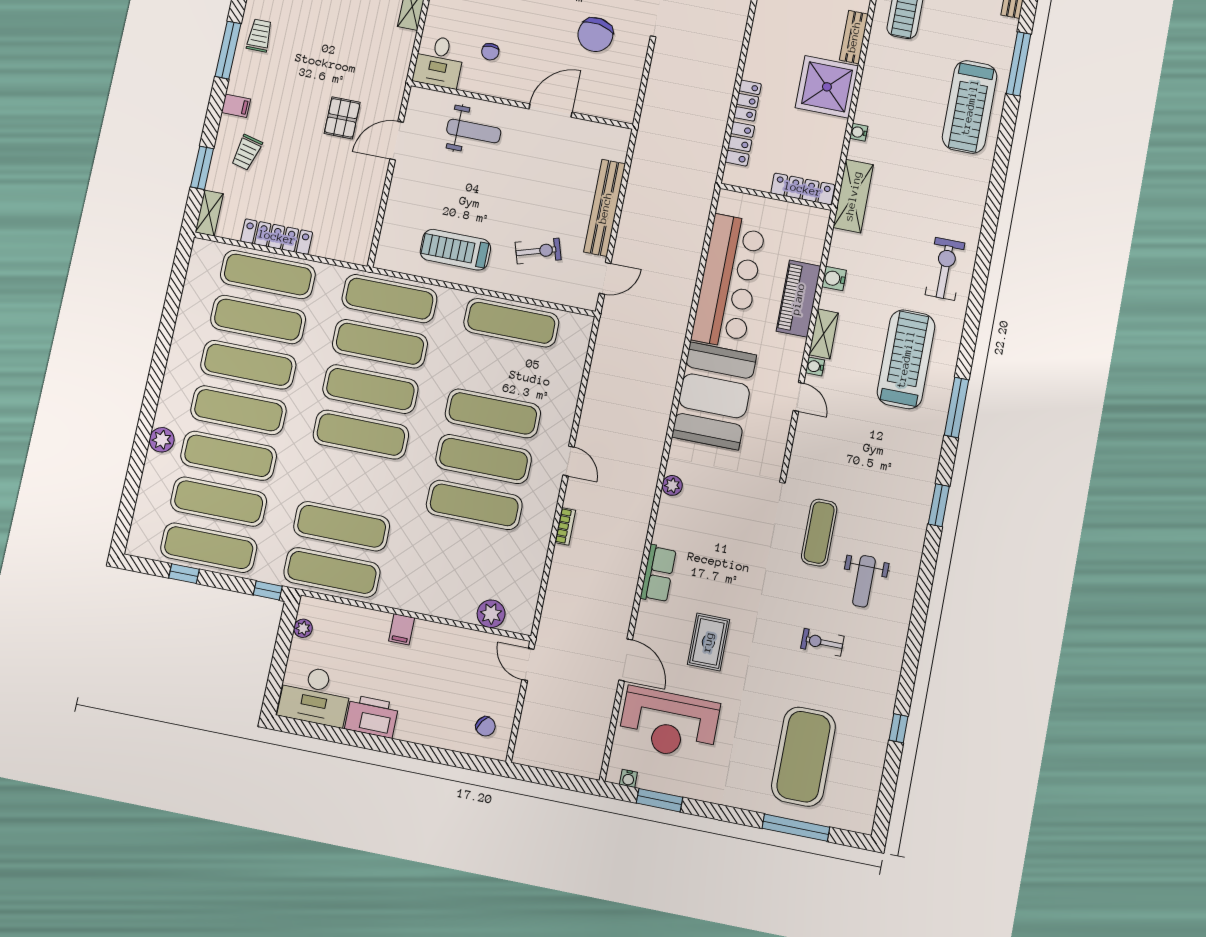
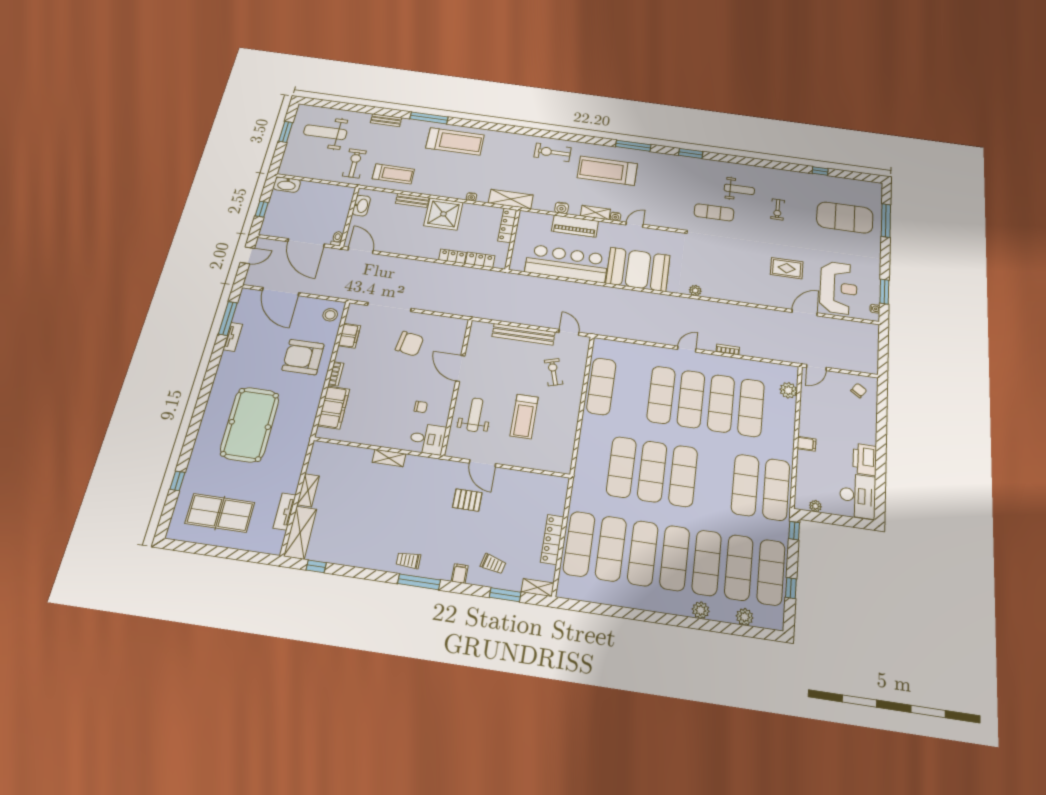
treadmill: (455, 250) -> (524, 416), moved
exercise mat: (389, 299) -> (751, 408), moved
plant: (148, 501) -> (745, 617), added
row of seats: (658, 574) -> (750, 296), removed

